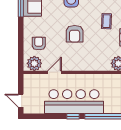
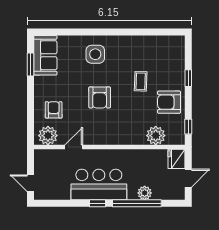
bar counter: (74, 102) -> (99, 184), width x0.73
plant: (110, 108) -> (145, 193), added

